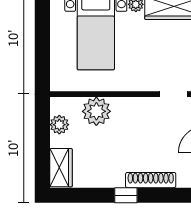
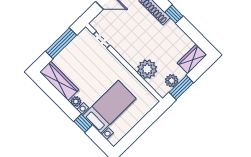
window: (42, 128) -> (181, 88), added

